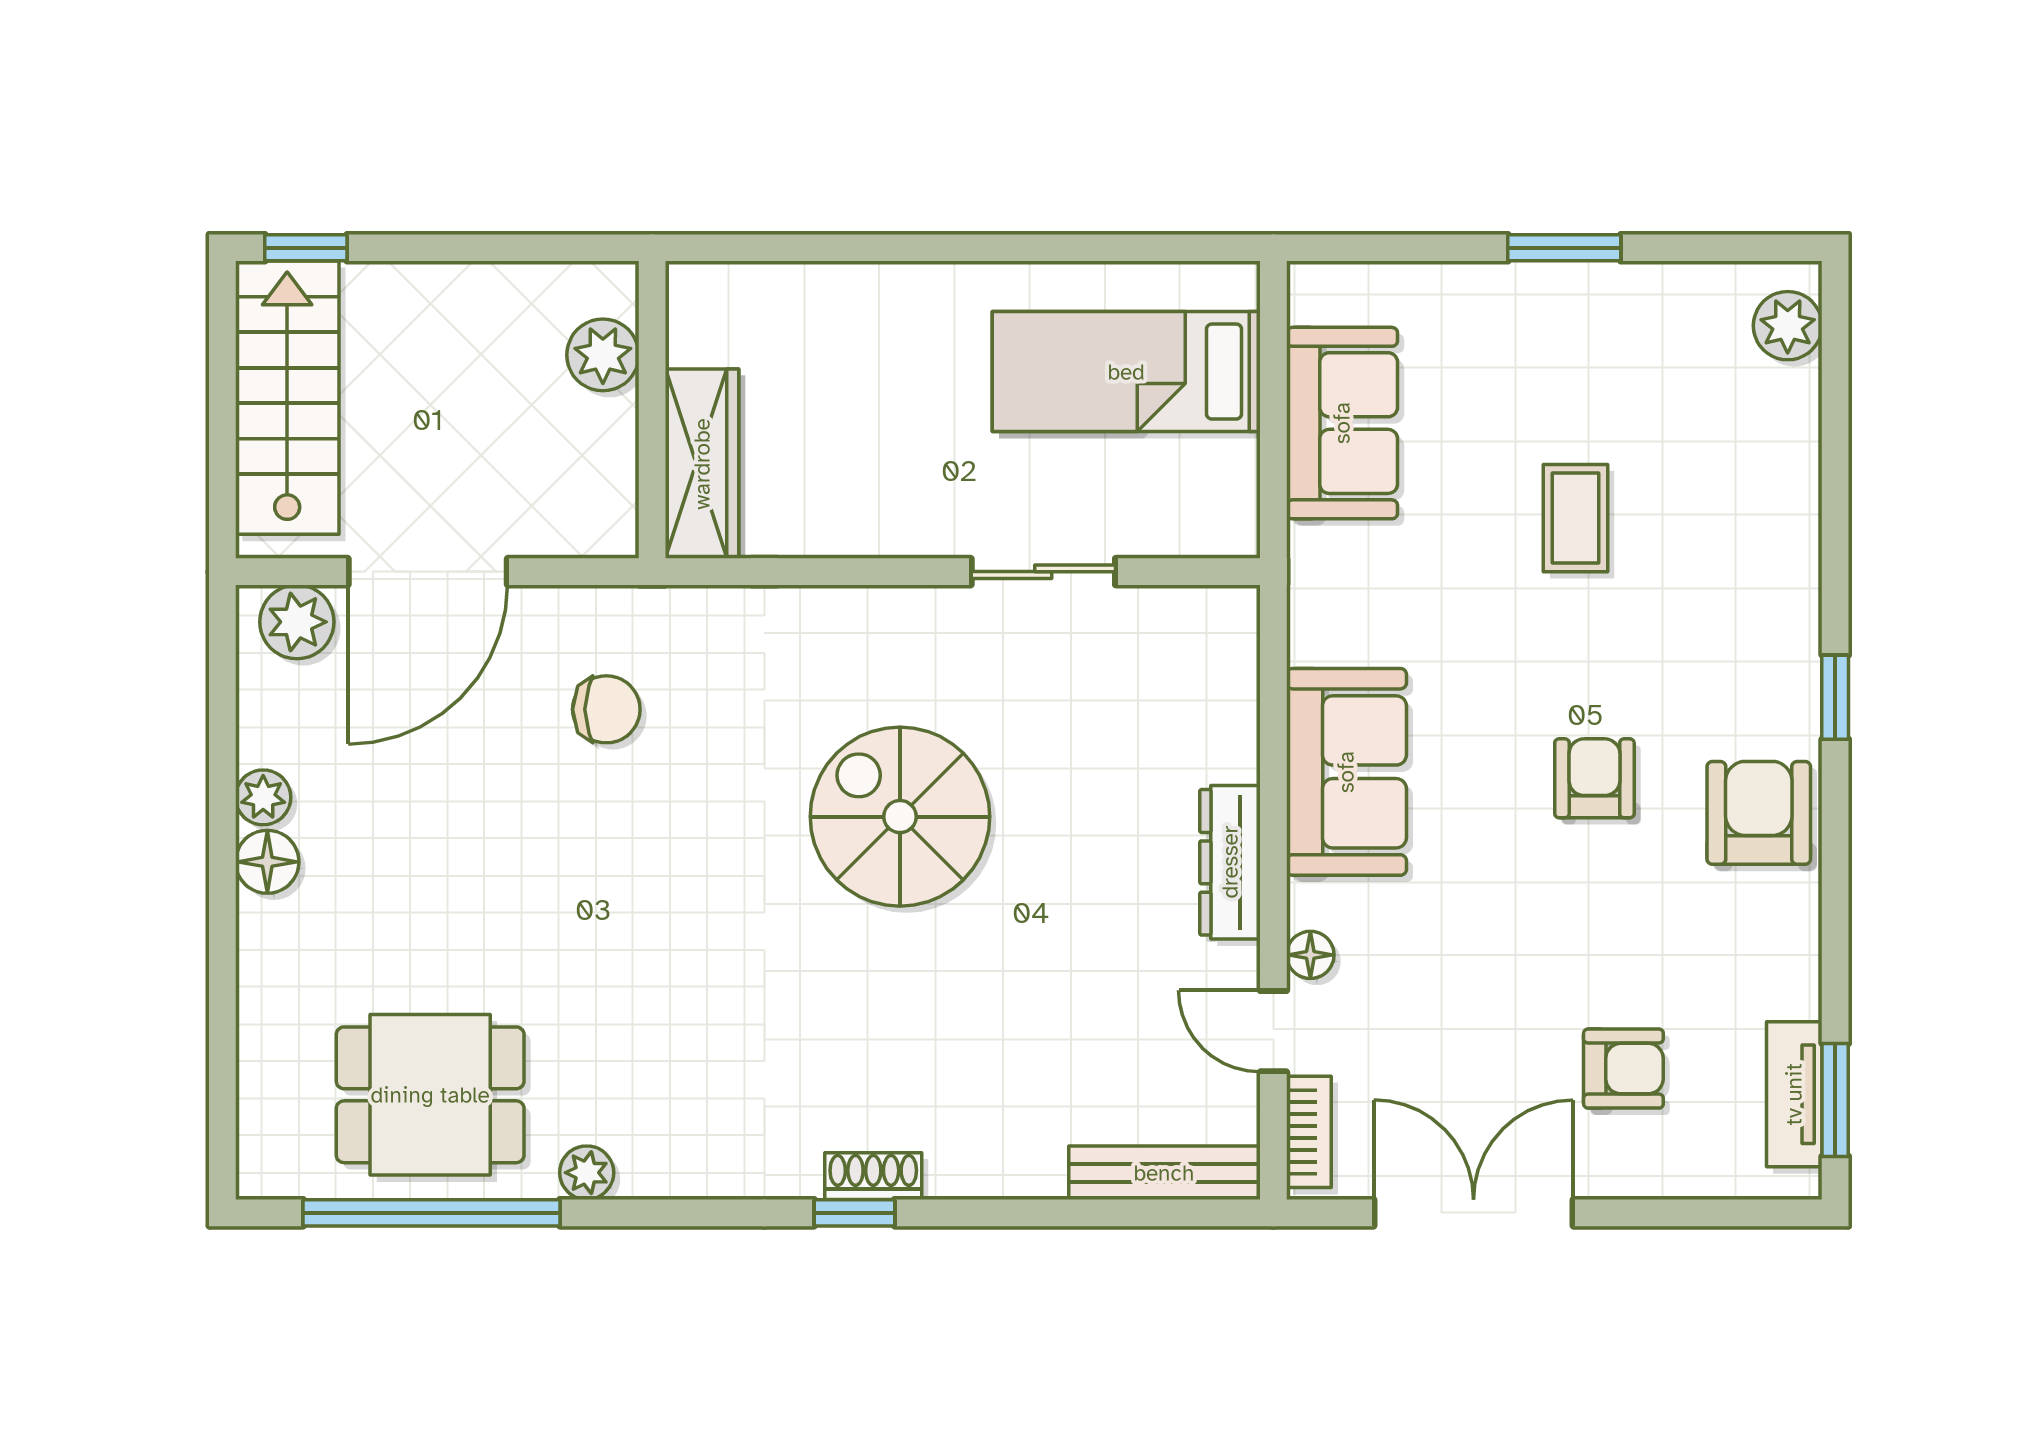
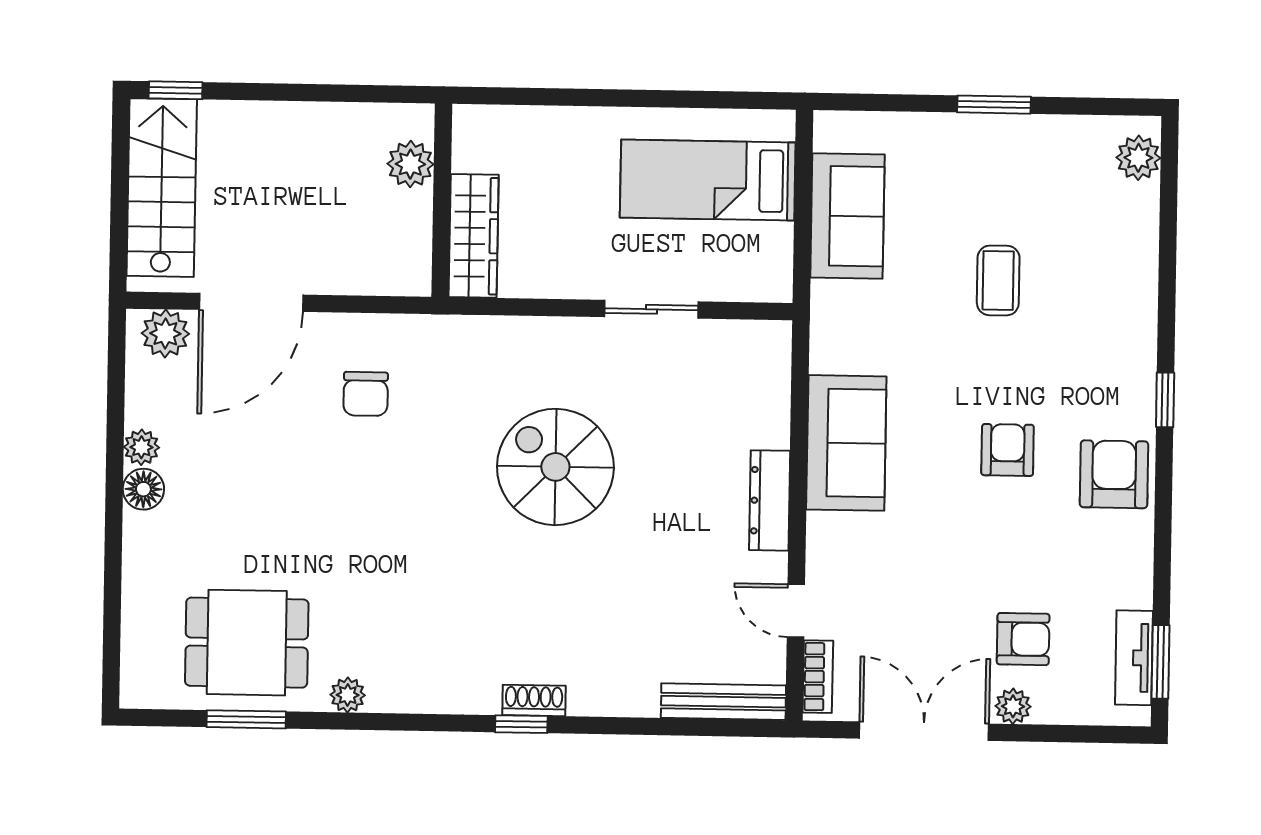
plant: (603, 355) -> (410, 164), moved
wall: (652, 410) -> (442, 200), moved
wardrobe: (702, 464) -> (474, 236), moved
chair: (606, 709) -> (366, 394), turned 90
floor lamp: (1310, 955) -> (821, 562), removed
plant: (1610, 1172) -> (1013, 706), added
window: (432, 1213) -> (246, 719), width x0.47

